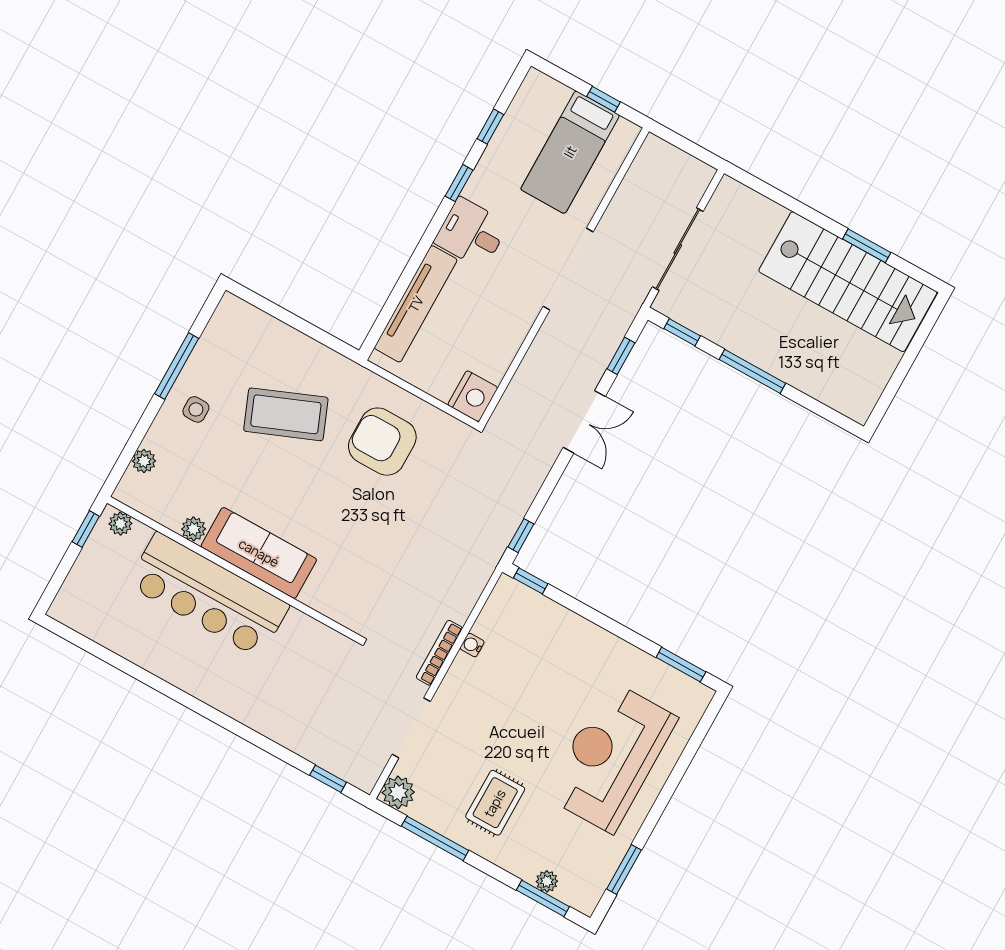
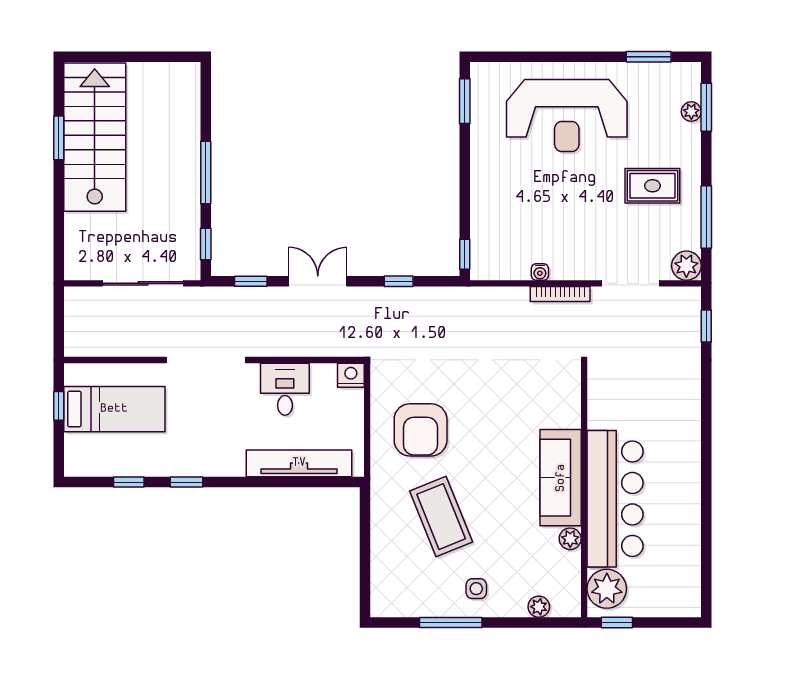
desk: (471, 233) -> (285, 389), moved, turned 180
nightstand: (473, 396) -> (351, 375), width x0.74, depth x0.75
plant: (120, 524) -> (607, 589), width x1.87, depth x1.87
window: (521, 536) -> (399, 281), moved

